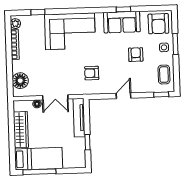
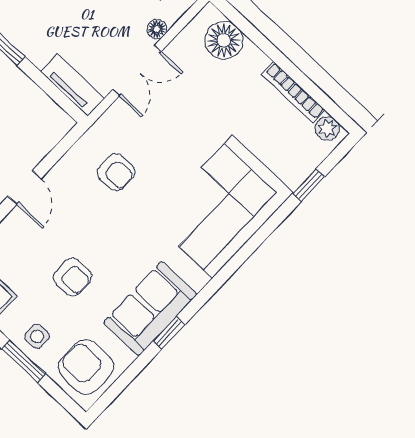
armchair: (92, 73) -> (116, 172), turned 90
double door: (55, 97) -> (137, 70), swing flipped
tv unit: (79, 118) -> (73, 85), width x0.71

